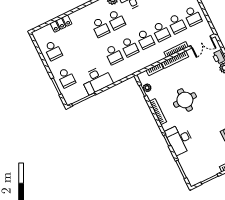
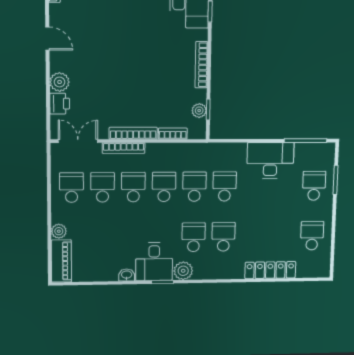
locker: (61, 24) -> (270, 270), width x1.53
round table: (185, 100) -> (149, 62), removed

